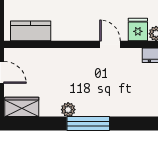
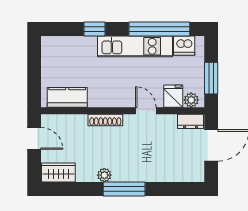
shoe rack: (69, 54) -> (105, 120), added

